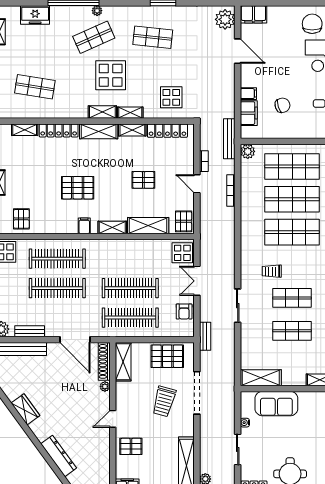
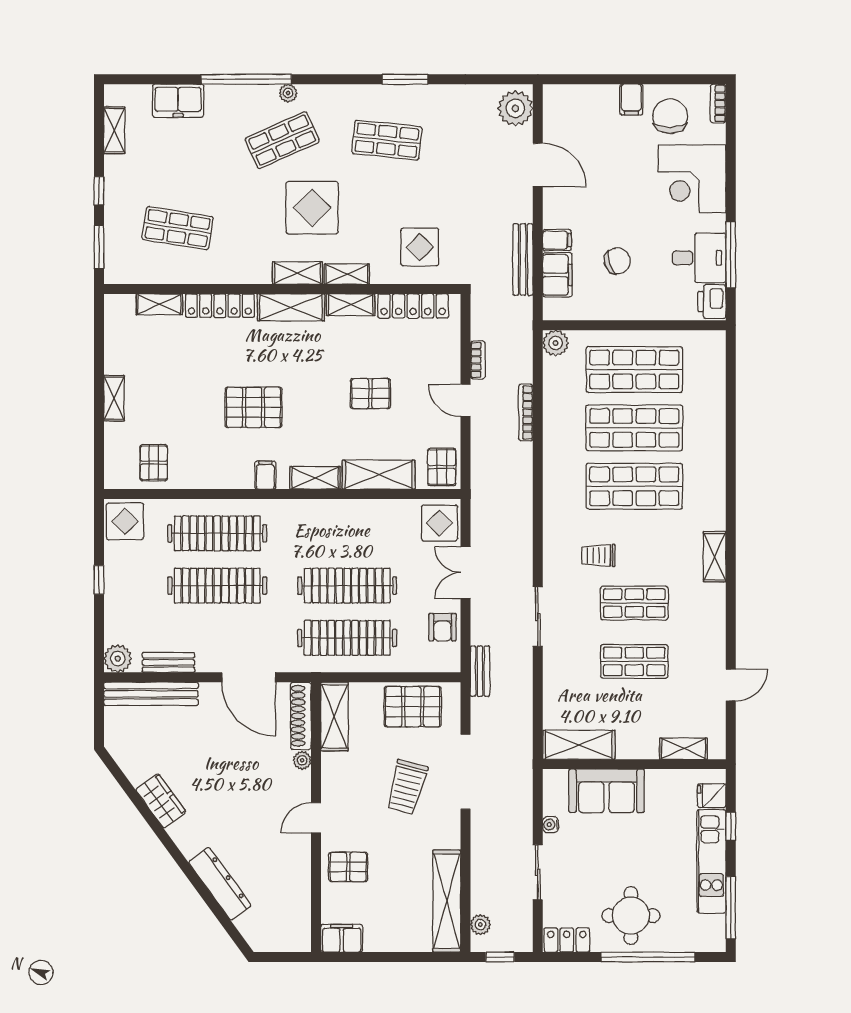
filing cabinet: (253, 14) -> (631, 100), moved, width x0.50
bench: (229, 139) -> (523, 260), moved

